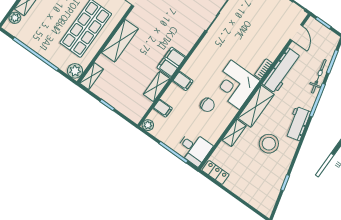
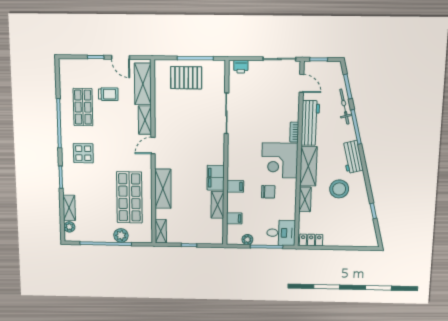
plant: (75, 71) -> (121, 235), moved
plant: (148, 125) -> (247, 240), moved

